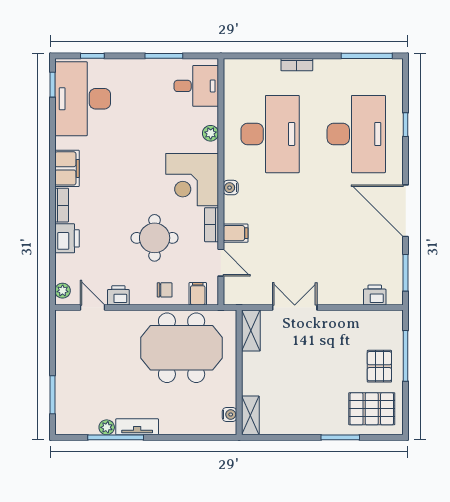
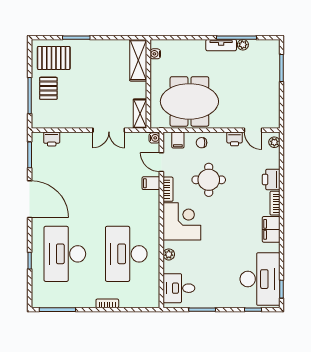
water cooler: (231, 188) -> (154, 138), moved
shelving: (250, 415) -> (138, 60), width x1.50, depth x1.33

